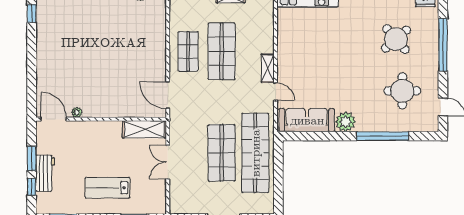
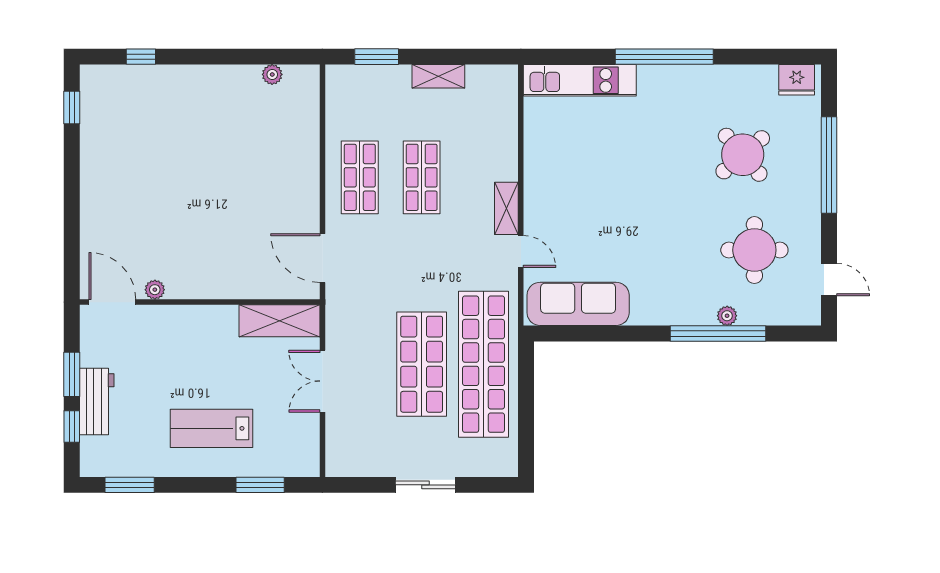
shop shelf: (222, 51) -> (422, 177), width x0.70, depth x0.74
plant: (345, 122) -> (727, 316), moved, width x0.53, depth x0.53

